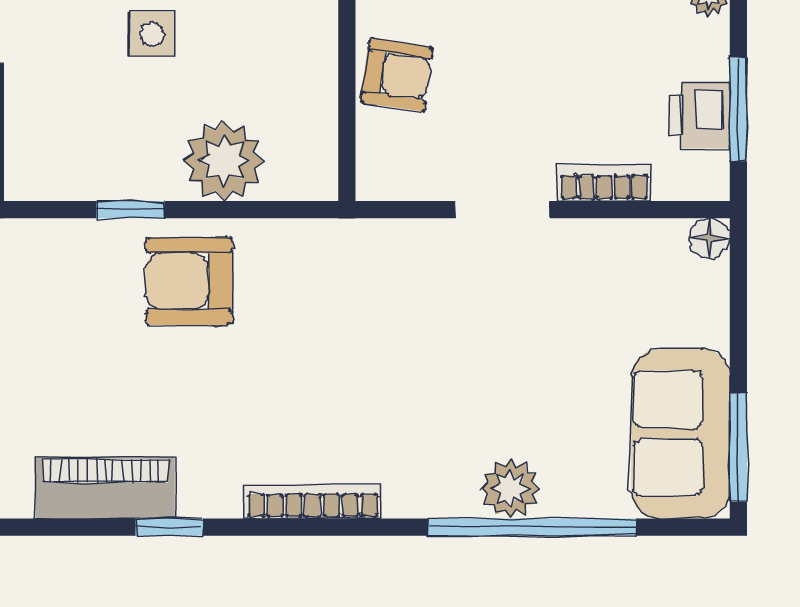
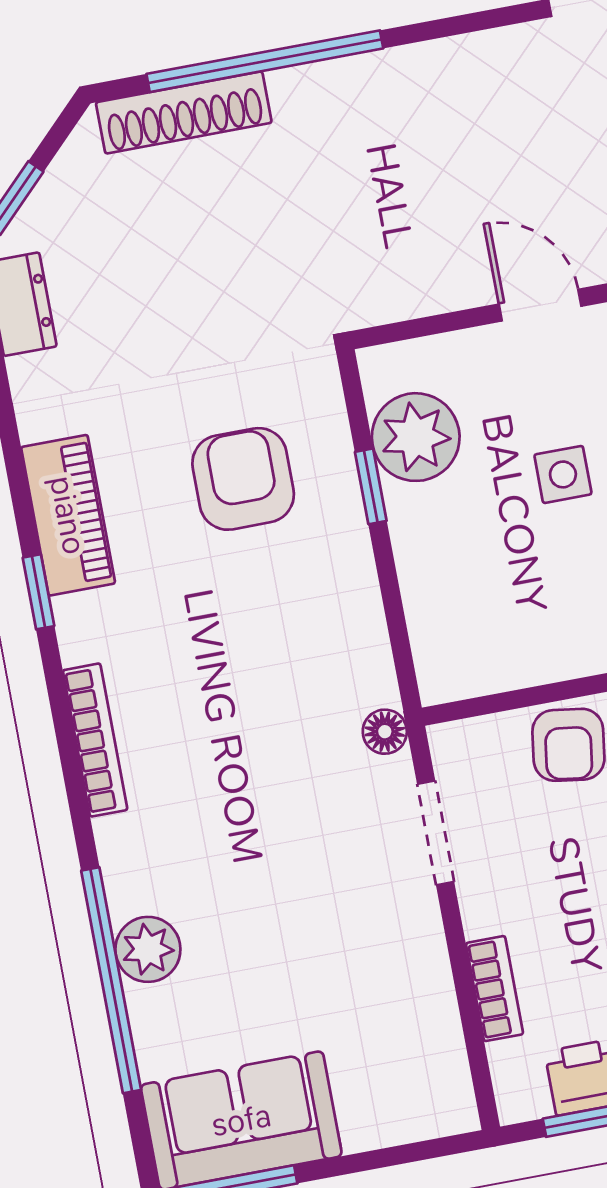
plant: (224, 161) -> (416, 437), moved
doorway: (503, 210) -> (436, 833), moved
floor lamp: (710, 238) -> (385, 732), moved
armchair: (189, 281) -> (243, 479), moved

